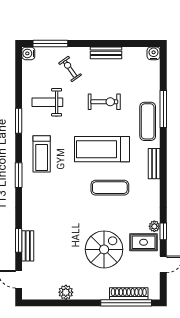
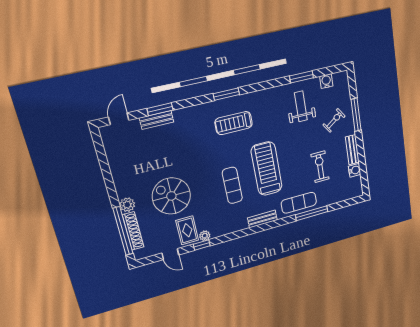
window: (50, 44) -> (356, 115), moved
water cooler: (28, 53) -> (326, 81), moved
water cooler: (154, 53) -> (355, 170), moved
exercise bike: (104, 102) -> (320, 167), moved, turned 180
window: (19, 121) -> (302, 77), moved
treadmill: (42, 154) -> (234, 123), moved
spiral stairs: (104, 249) -> (171, 196), turned 180
plant: (66, 292) -> (127, 205), moved

